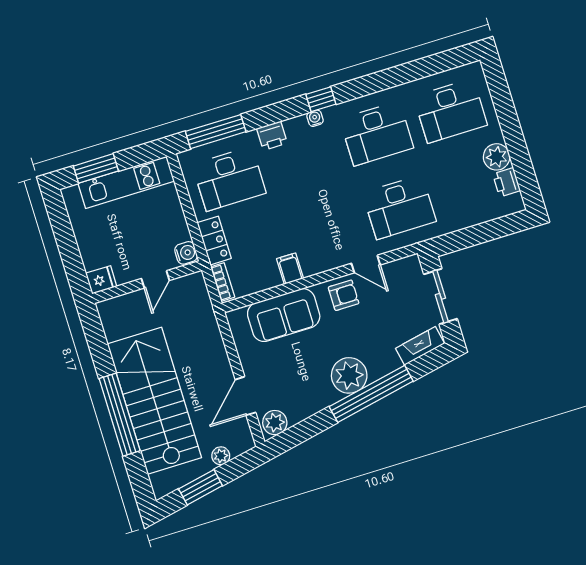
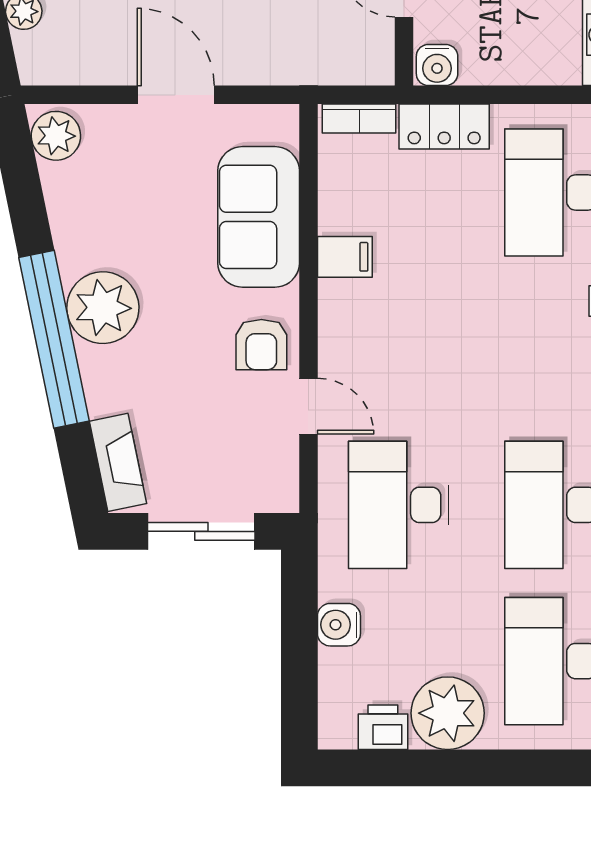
plant: (497, 157) -> (448, 713), width x1.36, depth x1.36
water cooler: (465, 218) -> (339, 625), added
door: (366, 264) -> (308, 406), swing flipped
door: (245, 396) -> (176, 95), moved

